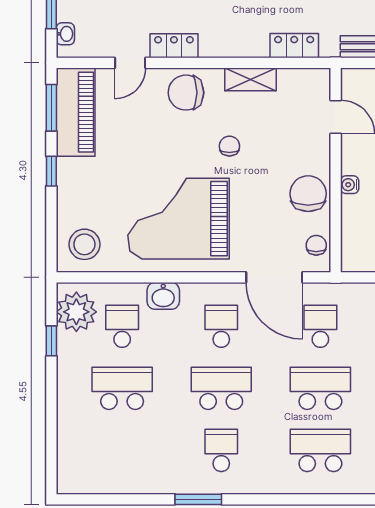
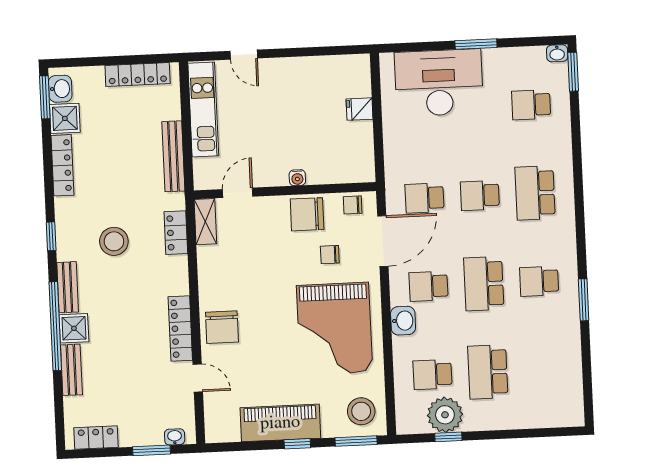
locker: (174, 46) -> (180, 328), width x1.53
shelving: (250, 79) -> (205, 222), moved
window: (51, 108) -> (356, 441), moved
piano: (76, 112) -> (280, 423), moved
chair: (229, 146) -> (330, 255), moved
washbasin: (163, 296) -> (403, 321), moved
plant: (76, 312) -> (445, 415), moved
school desk: (320, 388) -> (480, 195), width x0.54

